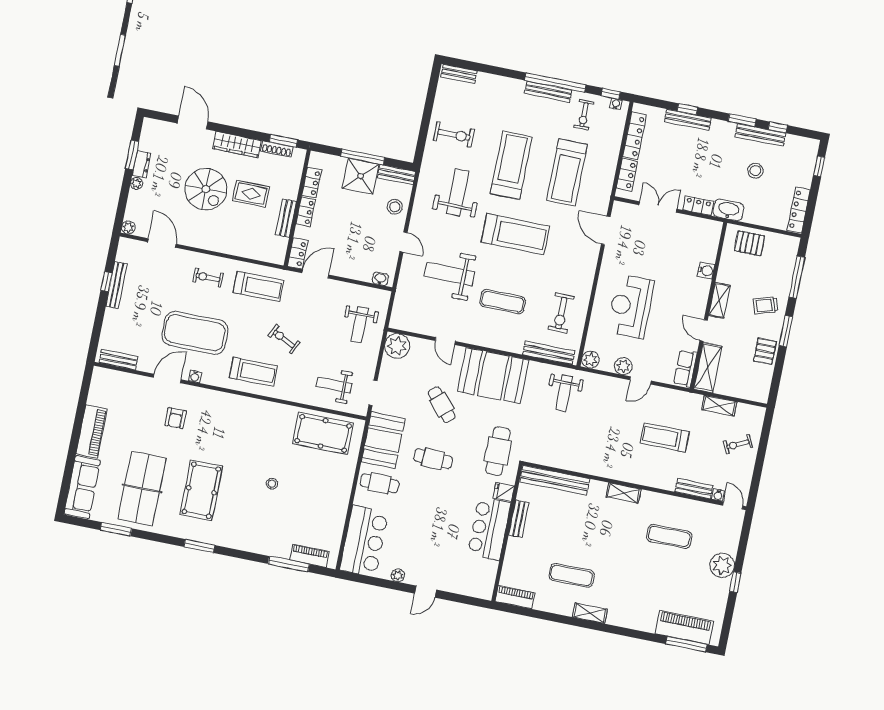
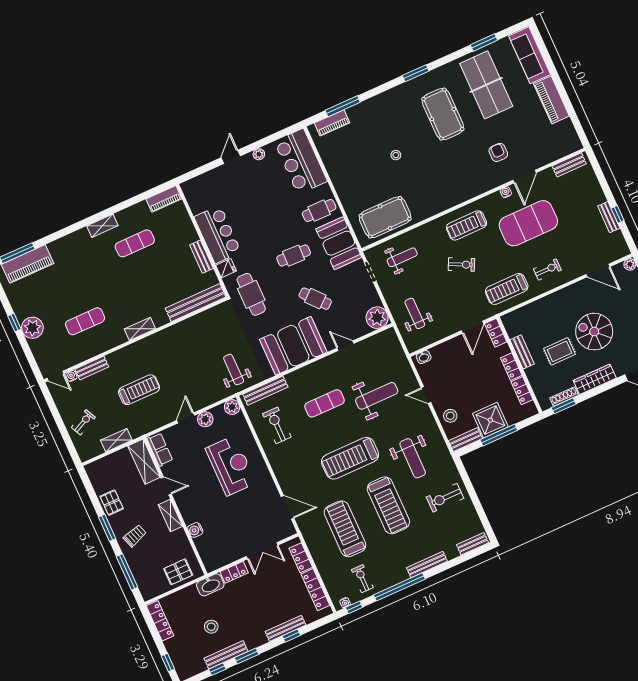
bench: (548, 92) -> (427, 564), moved
bench: (116, 285) -> (609, 217), width x0.73

